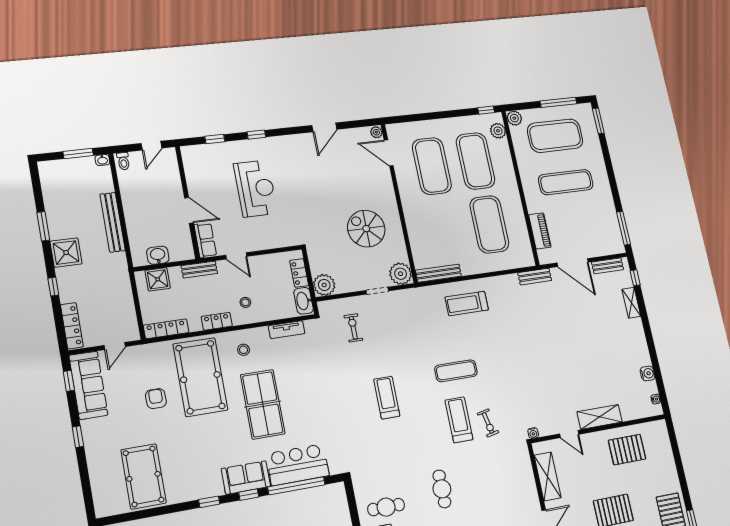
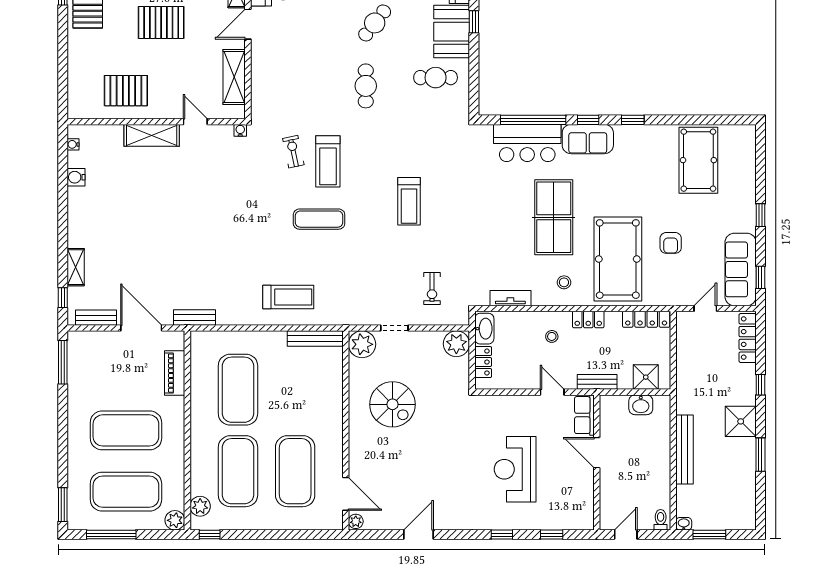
exercise mat: (566, 182) -> (126, 430), width x1.47

